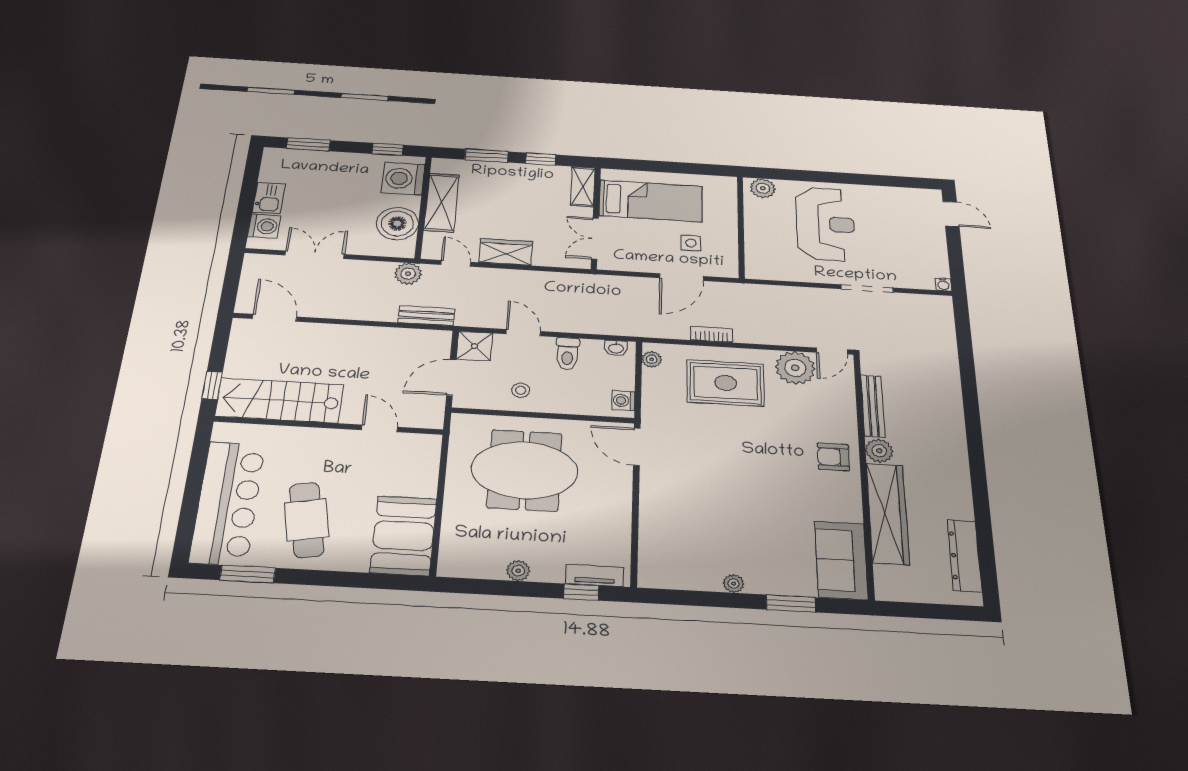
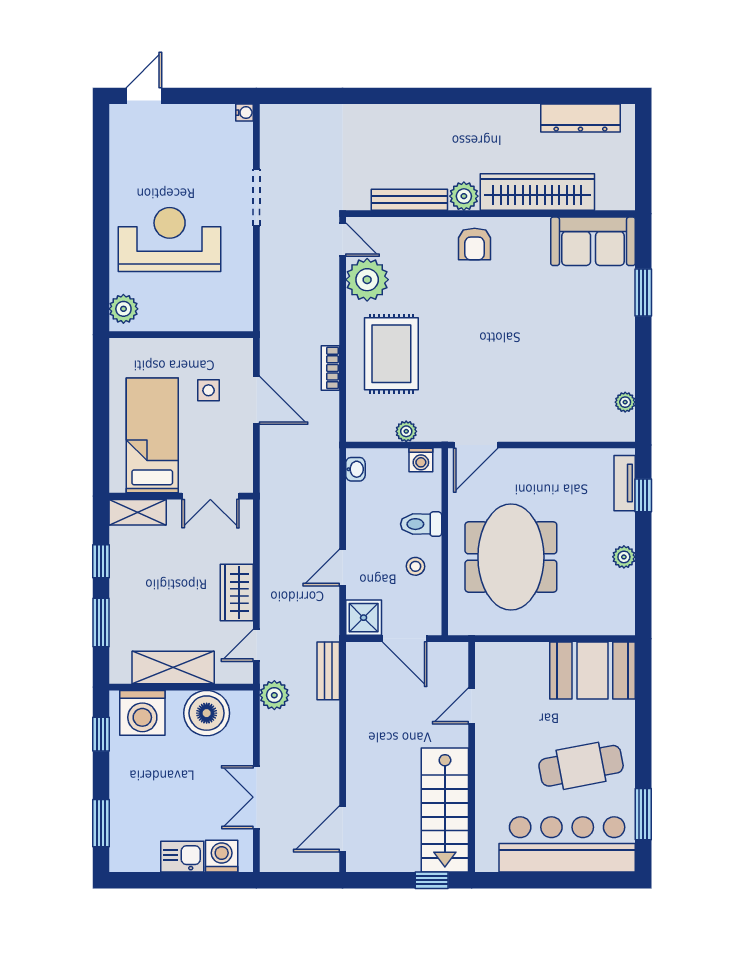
toilet: (567, 354) -> (421, 524), moved, turned 180
plant: (652, 359) -> (406, 431), moved
plant: (734, 584) -> (625, 402), moved

